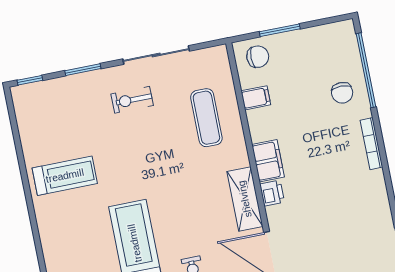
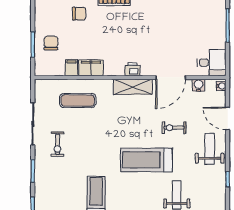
chair: (258, 57) -> (51, 43), moved
filing cabinet: (268, 161) -> (91, 68), moved

